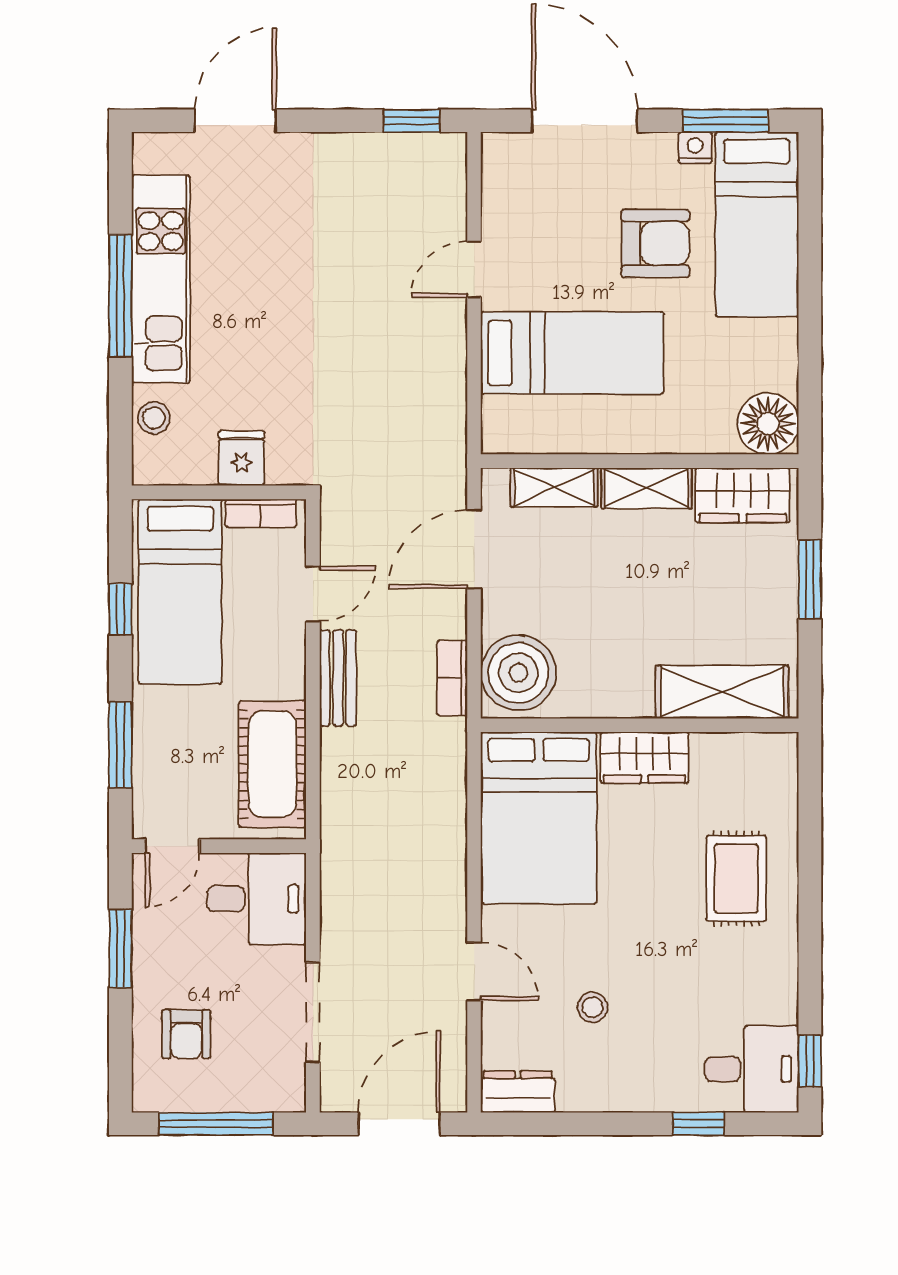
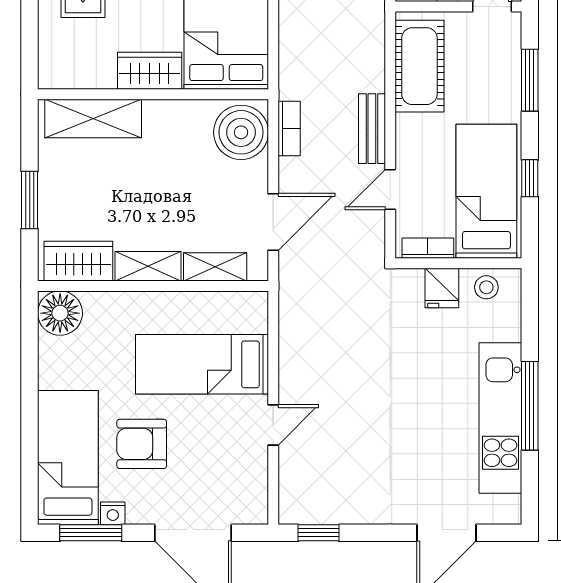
stool: (154, 418) -> (486, 287), moved

